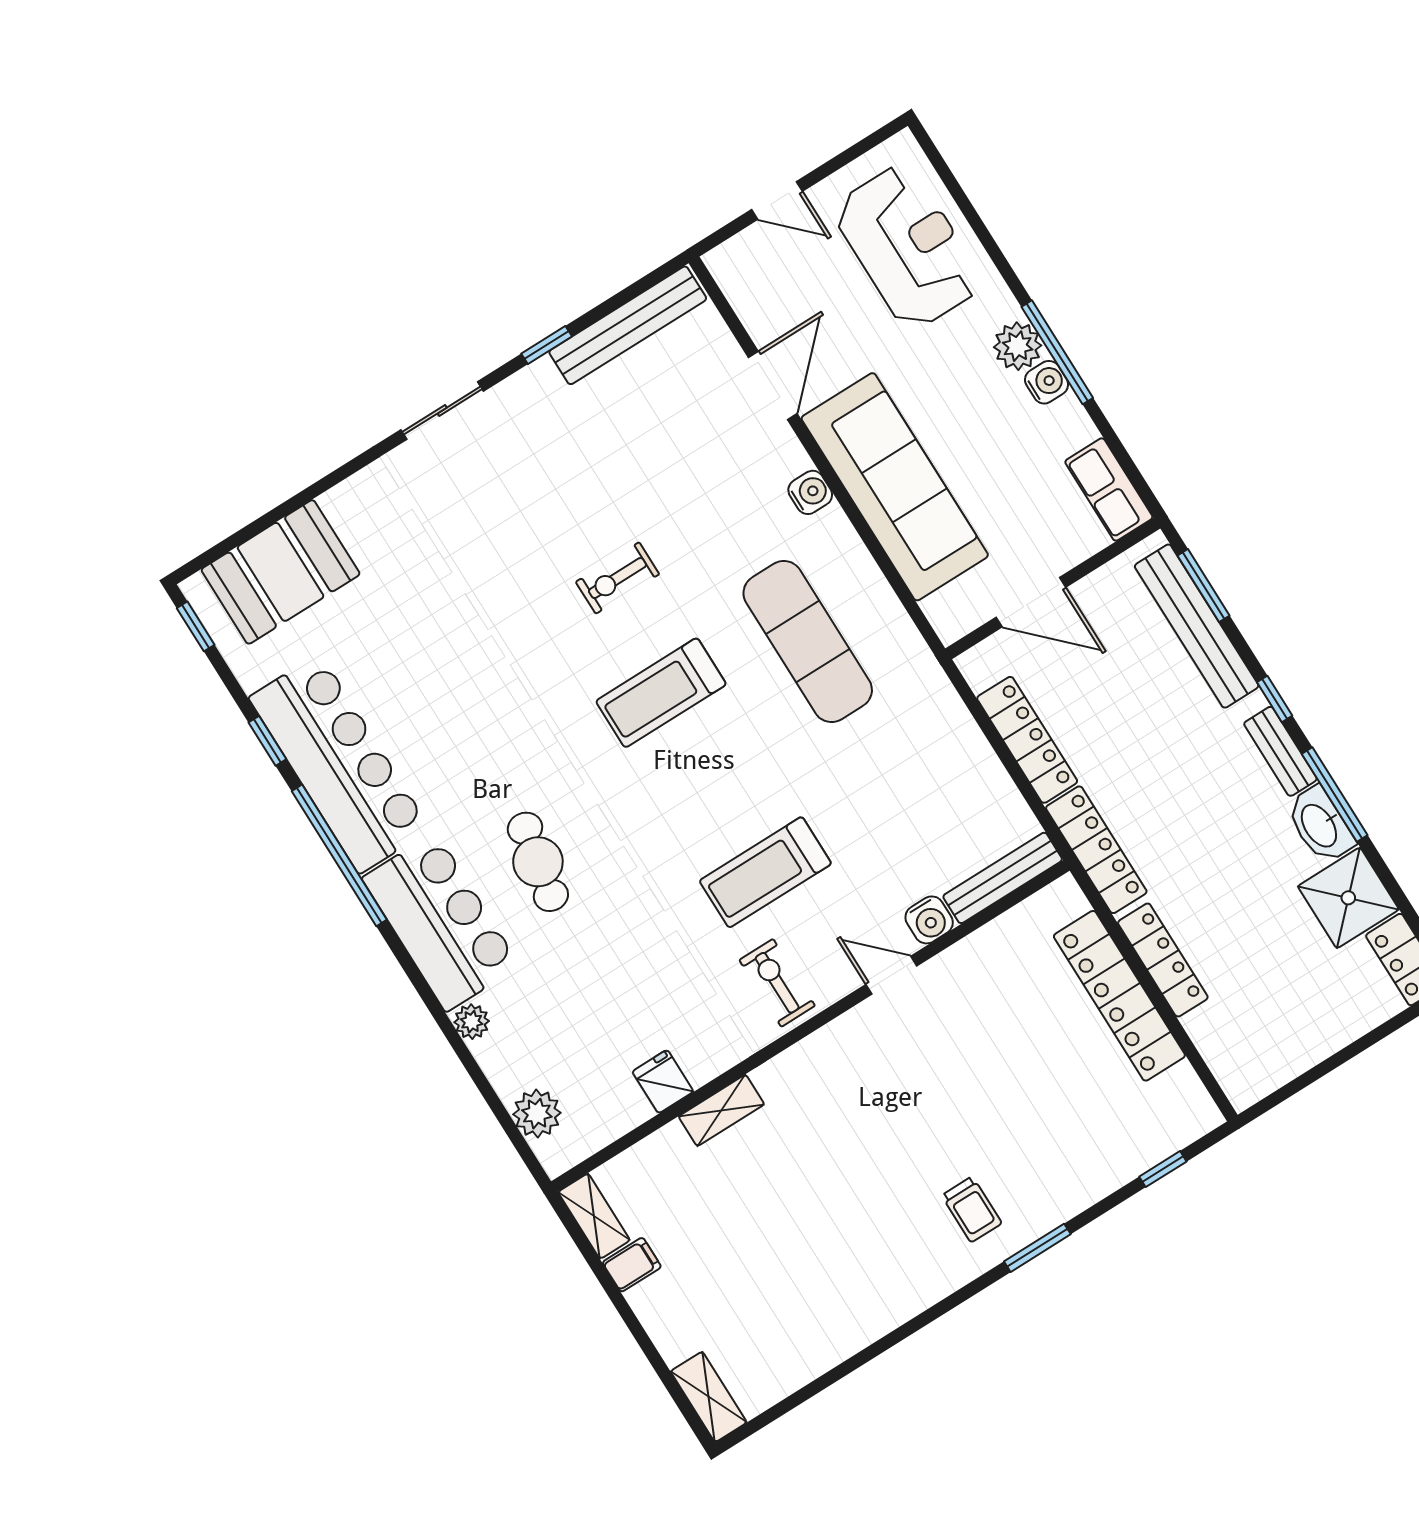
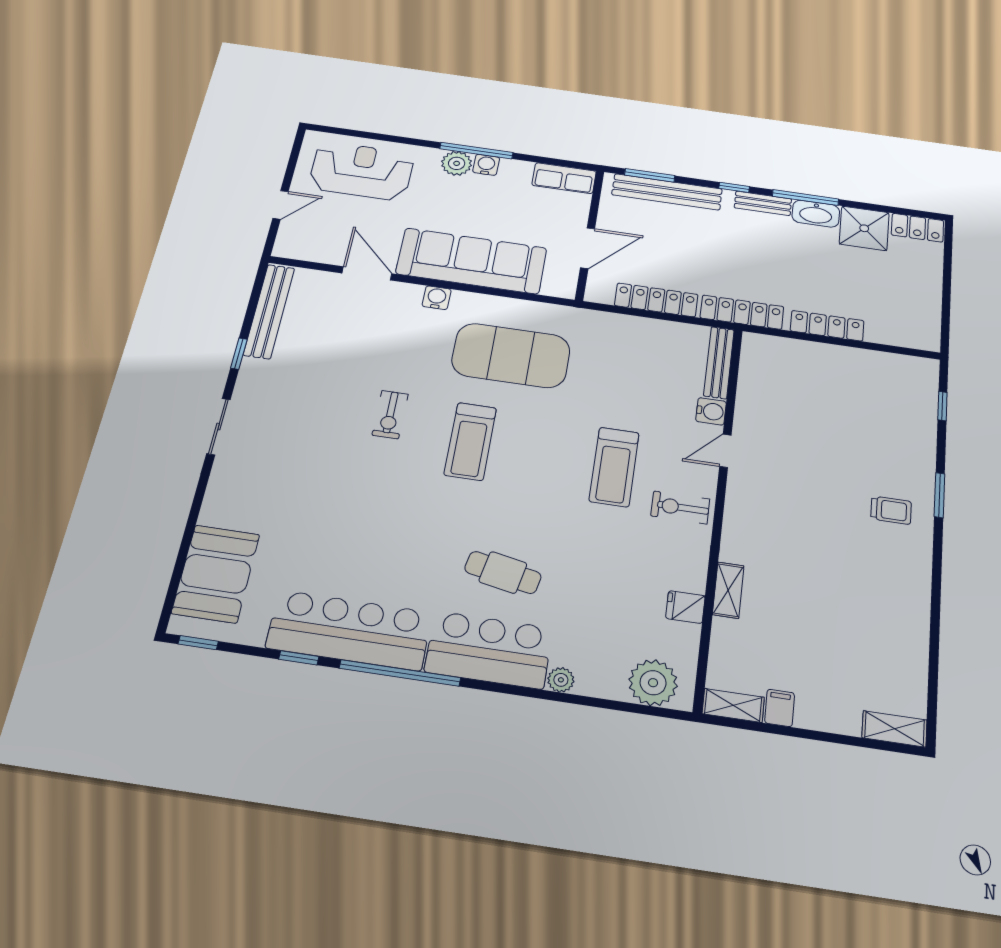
exercise mat: (808, 642) -> (511, 355), width x1.47
locker: (1119, 996) -> (830, 358), removed
plant: (537, 1114) -> (653, 683), width x1.36, depth x1.36

